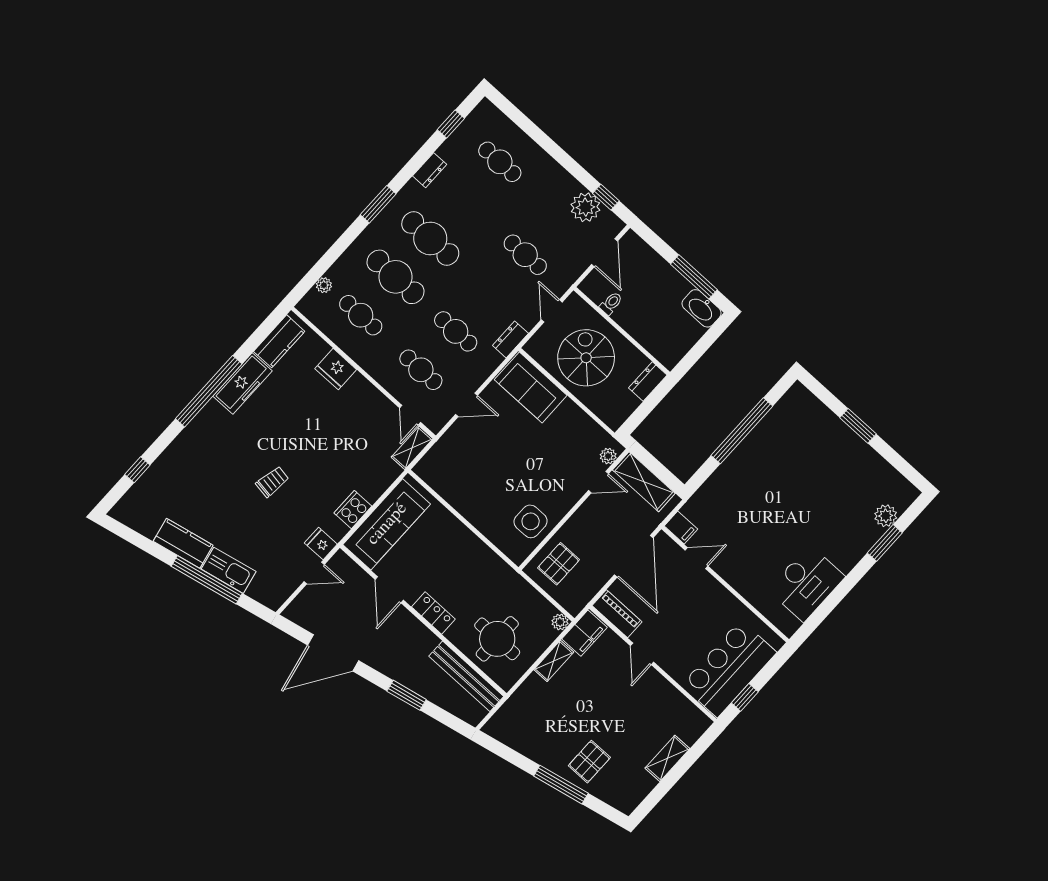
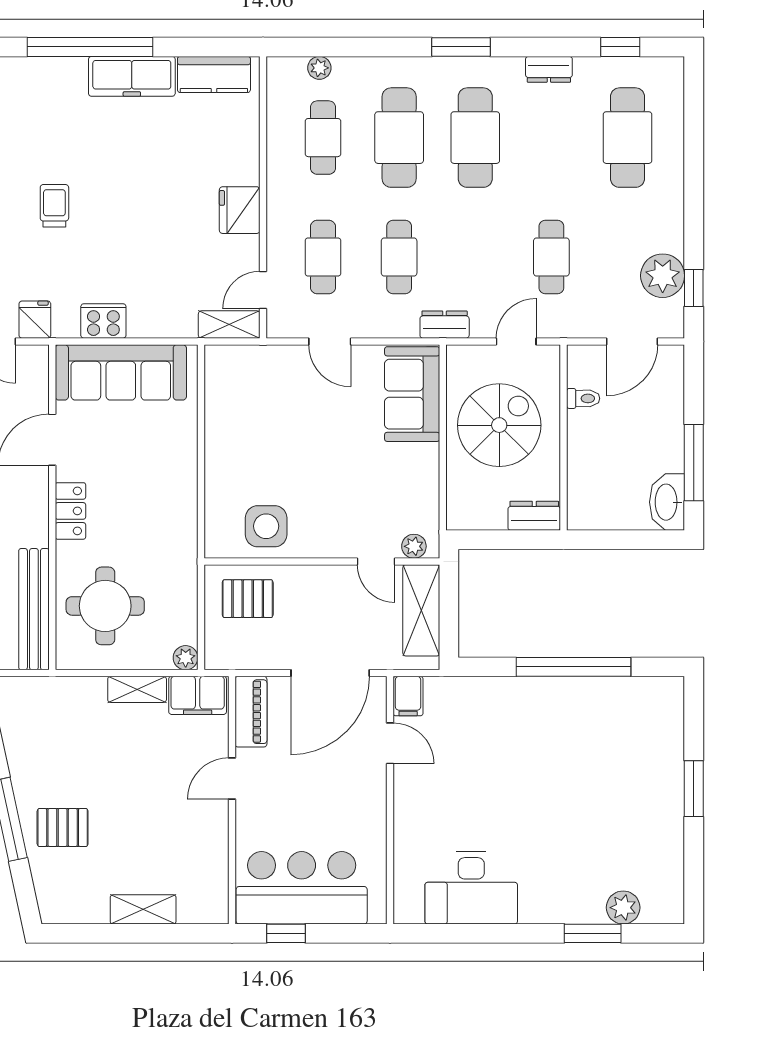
cafe table: (500, 162) -> (628, 138), width x1.37, depth x1.35
fridge: (336, 369) -> (240, 210), moved
trolley: (272, 482) -> (54, 206), turned -99

